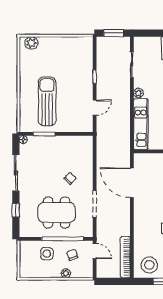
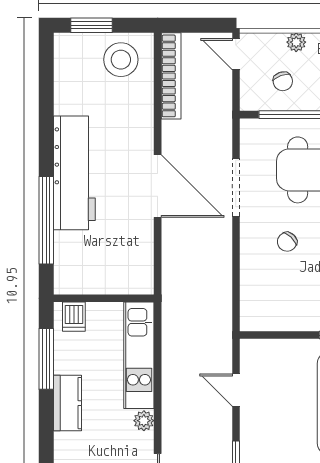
door: (95, 108) -> (236, 390), hinge flipped
door: (132, 183) -> (158, 186), moved
door: (95, 251) -> (236, 54), moved

